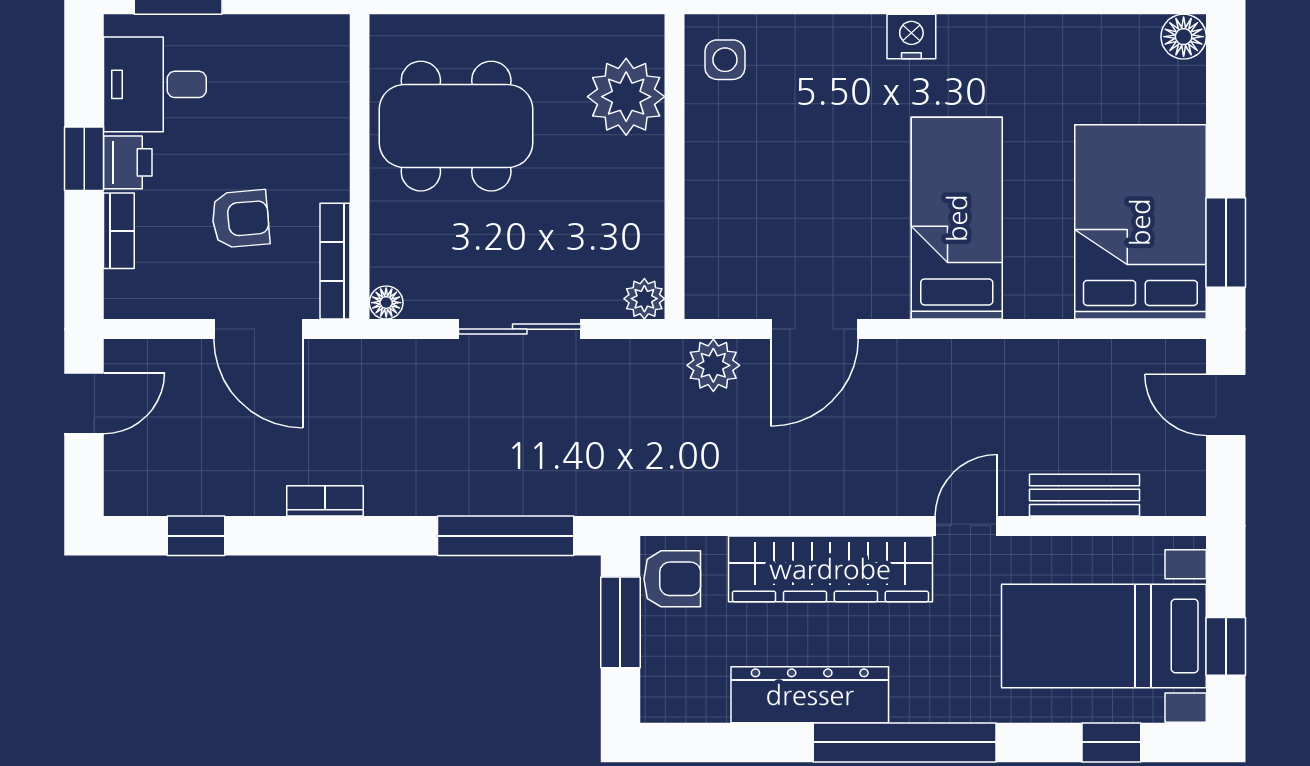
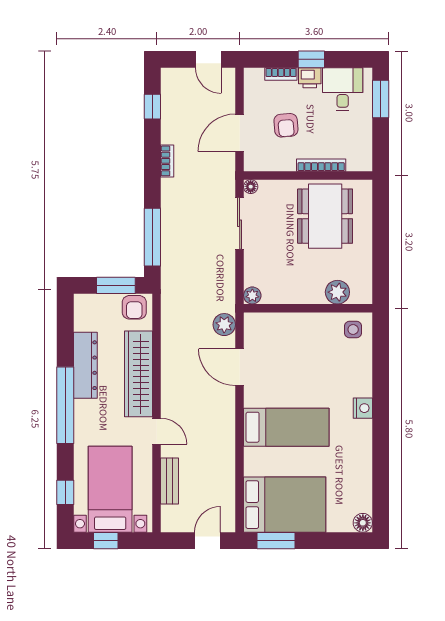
plant: (626, 97) -> (337, 292), width x0.73, depth x0.73
bookcase: (335, 261) -> (321, 165), moved
sliding door: (520, 329) -> (240, 223), moved

